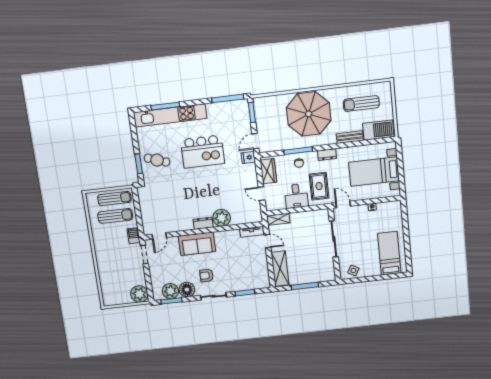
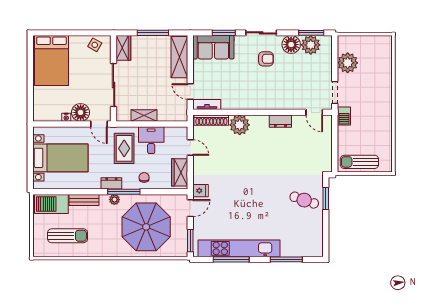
window: (228, 98) -> (231, 259), moved
parasol: (309, 114) -> (146, 227), moved
kitchen unit: (170, 115) -> (239, 248), moved
plant: (323, 141) -> (114, 200), added
window: (298, 151) -> (124, 192), moved
kitchen island: (203, 152) -> (251, 203), removed
floor lamp: (360, 212) -> (81, 112), added
sun lounger: (115, 216) -> (362, 142), removed
shoe rack: (246, 219) -> (211, 120), added
shelving: (278, 219) -> (144, 116), moved
dresser: (203, 223) -> (280, 121), moved
door: (159, 236) -> (314, 112), swing flipped
sofa: (197, 244) -> (213, 47), moved, turned 180
bed: (389, 253) -> (52, 61), width x1.50
wardrobe: (329, 271) -> (123, 48), added
plant: (139, 294) -> (348, 63), moved

